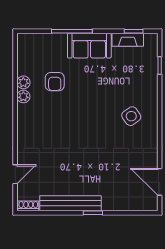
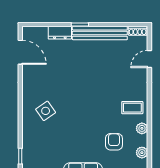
plant: (23, 82) -> (142, 153), moved
coffee table: (34, 120) -> (132, 108), added
dresser: (115, 204) -> (60, 33), added

